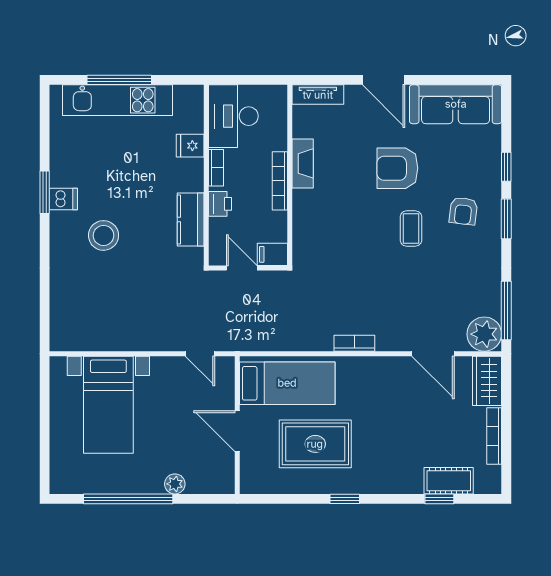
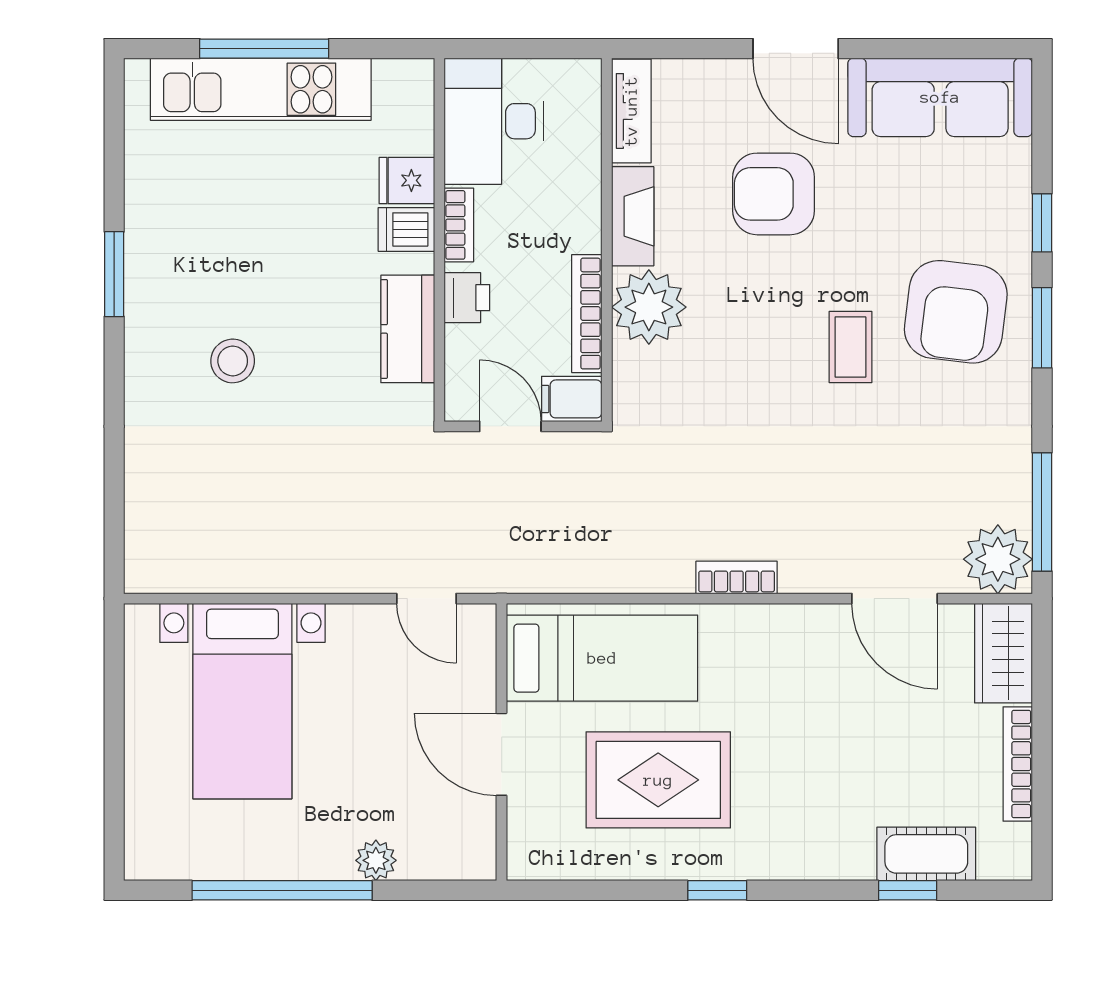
tv unit: (318, 95) -> (631, 111), moved, turned -90
armchair: (397, 168) -> (774, 194), moved
bookcase: (280, 181) -> (587, 314), moved
dishwasher: (63, 199) -> (406, 229), moved, turned 180
plant: (311, 209) -> (649, 307), added
armchair: (463, 211) -> (956, 312), width x1.88, depth x1.88
stool: (104, 235) -> (233, 361), width x0.73, depth x0.73

